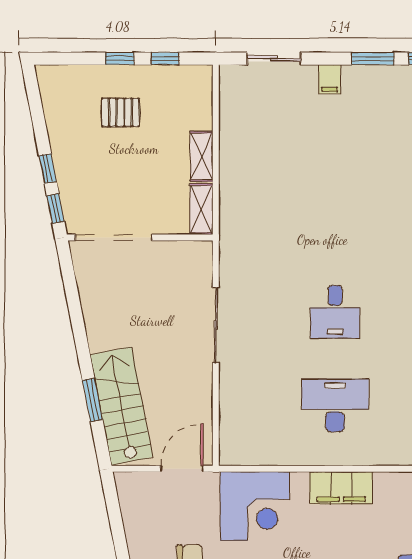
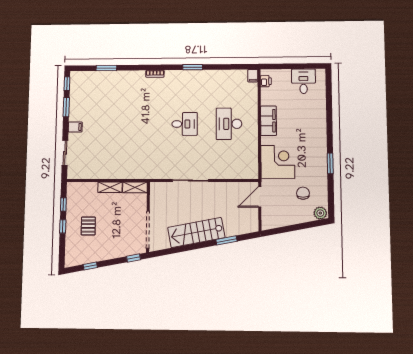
window: (48, 169) -> (90, 266), moved
stairs: (121, 406) -> (196, 233), moved
door: (182, 469) -> (260, 197), hinge flipped

